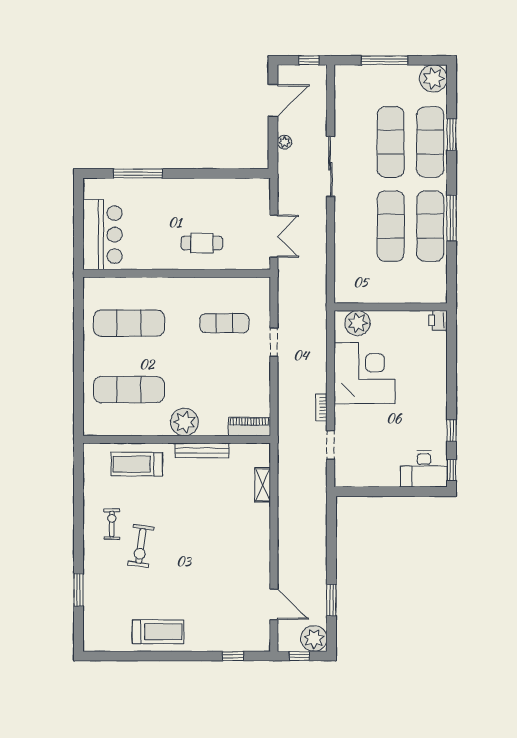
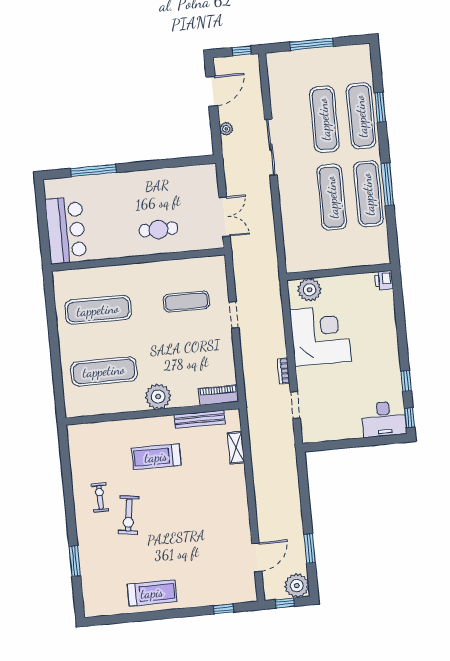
plant: (433, 78) -> (358, 57), removed
bench: (202, 450) -> (200, 419), moved
treadmill: (137, 464) -> (156, 457), moved
door: (274, 604) -> (257, 557), hinge flipped

